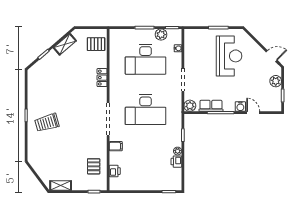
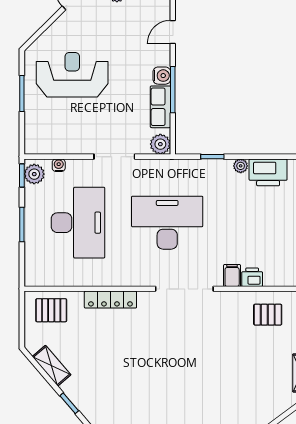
plant: (161, 35) -> (34, 174), moved
pallet: (96, 44) -> (51, 310), turned 90
locker: (102, 78) -> (110, 300), width x1.53
water cooler: (240, 107) -> (162, 76), moved
desk: (146, 110) -> (167, 223), turned -90
trolley: (47, 123) -> (190, 397), removed
printer: (176, 162) -> (268, 172), width x1.87, depth x1.48
printer: (115, 171) -> (252, 277), moved

